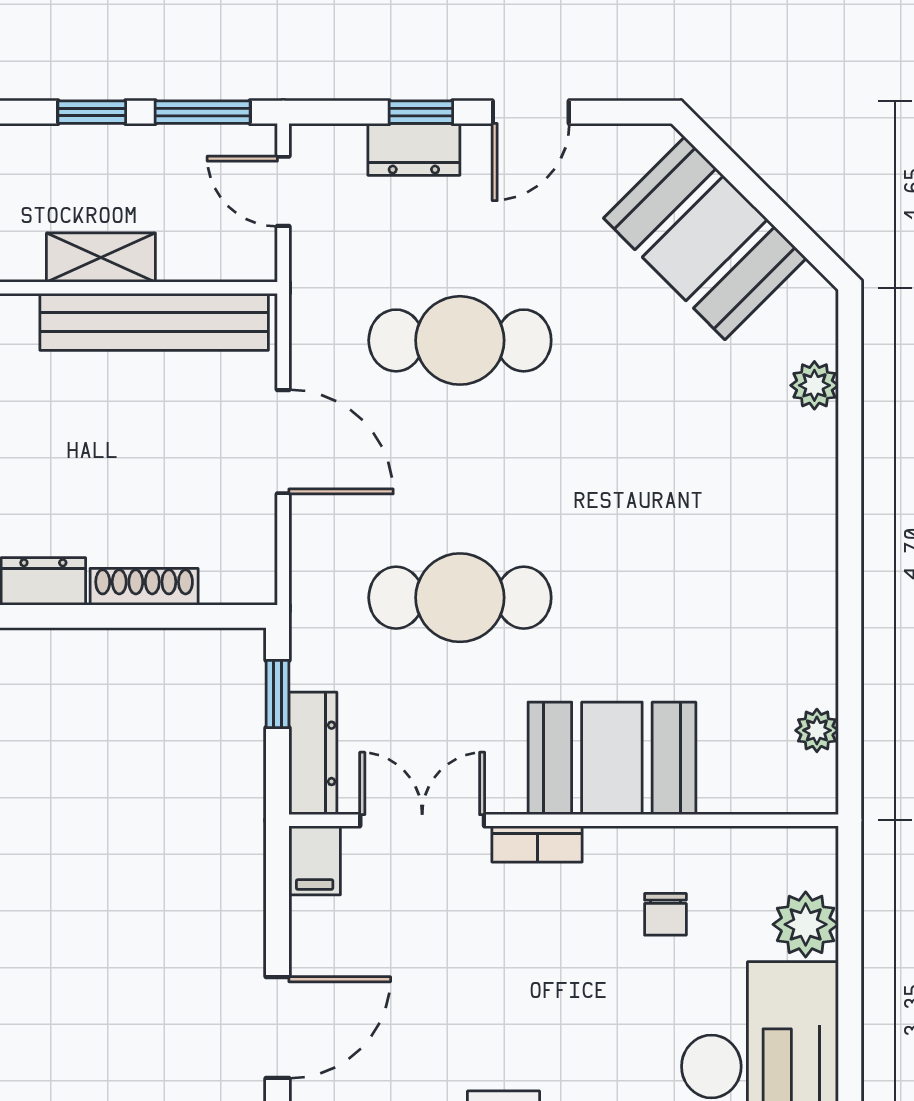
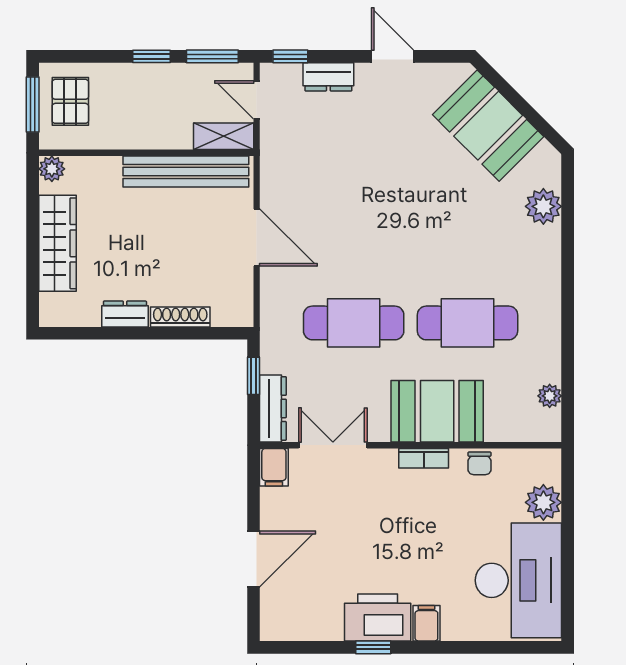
window: (421, 112) -> (290, 56), moved
door: (531, 112) -> (393, 56), swing flipped
shelving: (101, 258) -> (224, 136), moved
cafe table: (460, 340) -> (468, 323), moved
plant: (814, 385) -> (543, 206), width x1.38, depth x1.38
bookcase: (537, 844) -> (424, 458), moved
chair: (665, 914) -> (479, 463), moved

